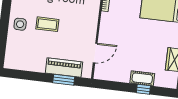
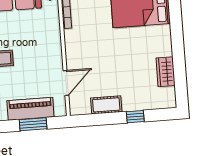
cot: (142, 78) -> (106, 105), moved

